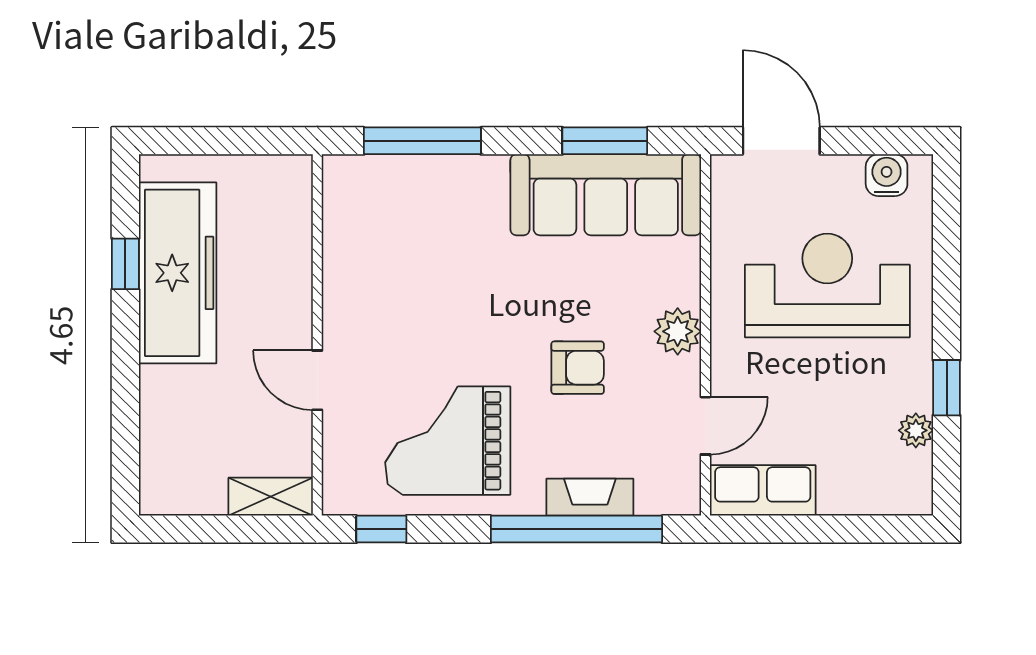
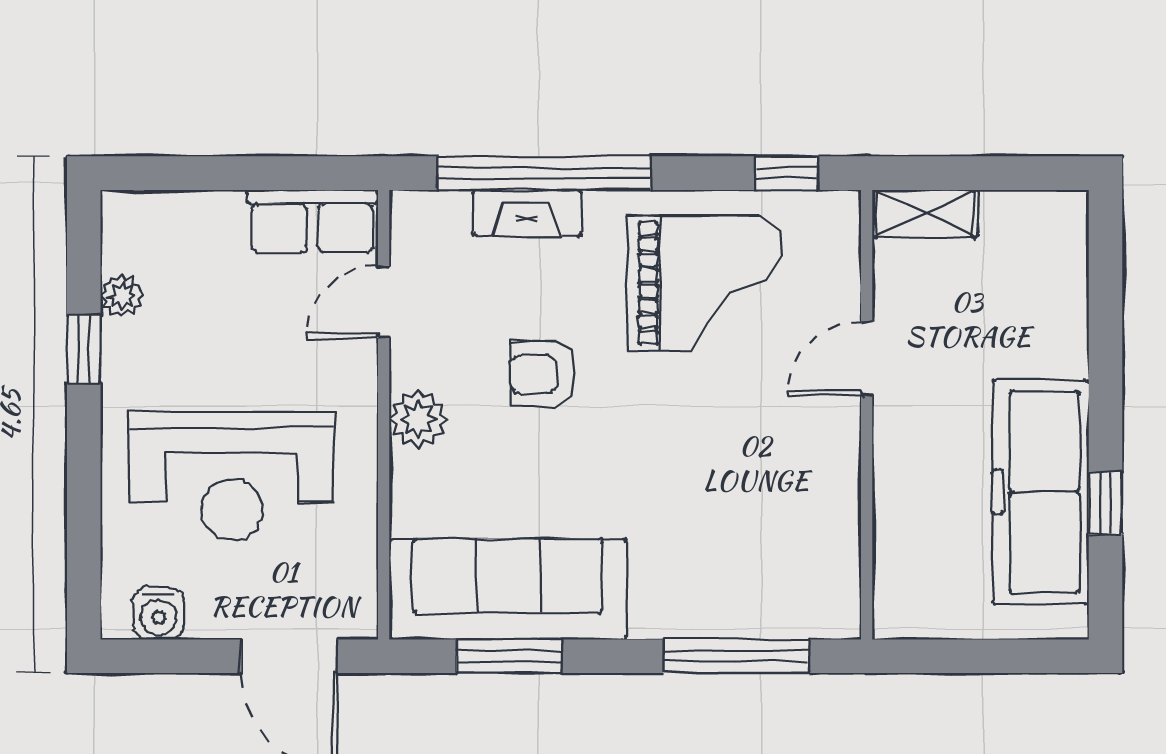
door: (317, 380) -> (867, 358), swing flipped

